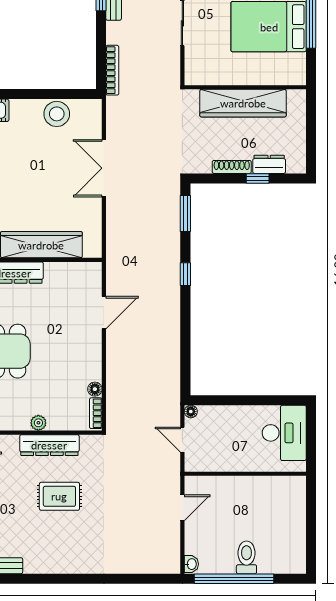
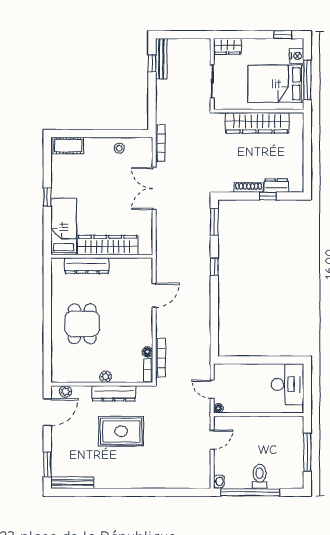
bookcase: (112, 70) -> (160, 143), moved
wall: (245, 87) -> (259, 111), moved
wardrobe: (243, 103) -> (257, 123), moved
stool: (57, 114) -> (119, 148), width x0.53, depth x0.53
bookcase: (113, 397) -> (160, 358), added
floor lamp: (191, 411) -> (218, 408), moved
rug: (59, 496) -> (121, 431), width x1.36, depth x1.43
window: (311, 525) -> (307, 452), added

